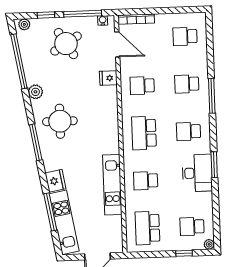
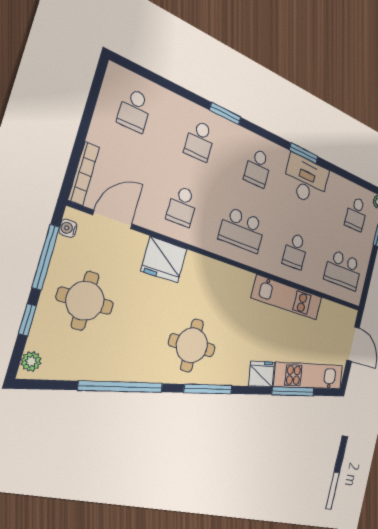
round table: (66, 44) -> (85, 301), turned 32
window: (19, 61) -> (121, 387), moved
fridge: (108, 78) -> (164, 260), width x1.88, depth x1.34
plant: (35, 92) -> (141, 371), removed
window: (212, 96) -> (225, 114), width x0.69

